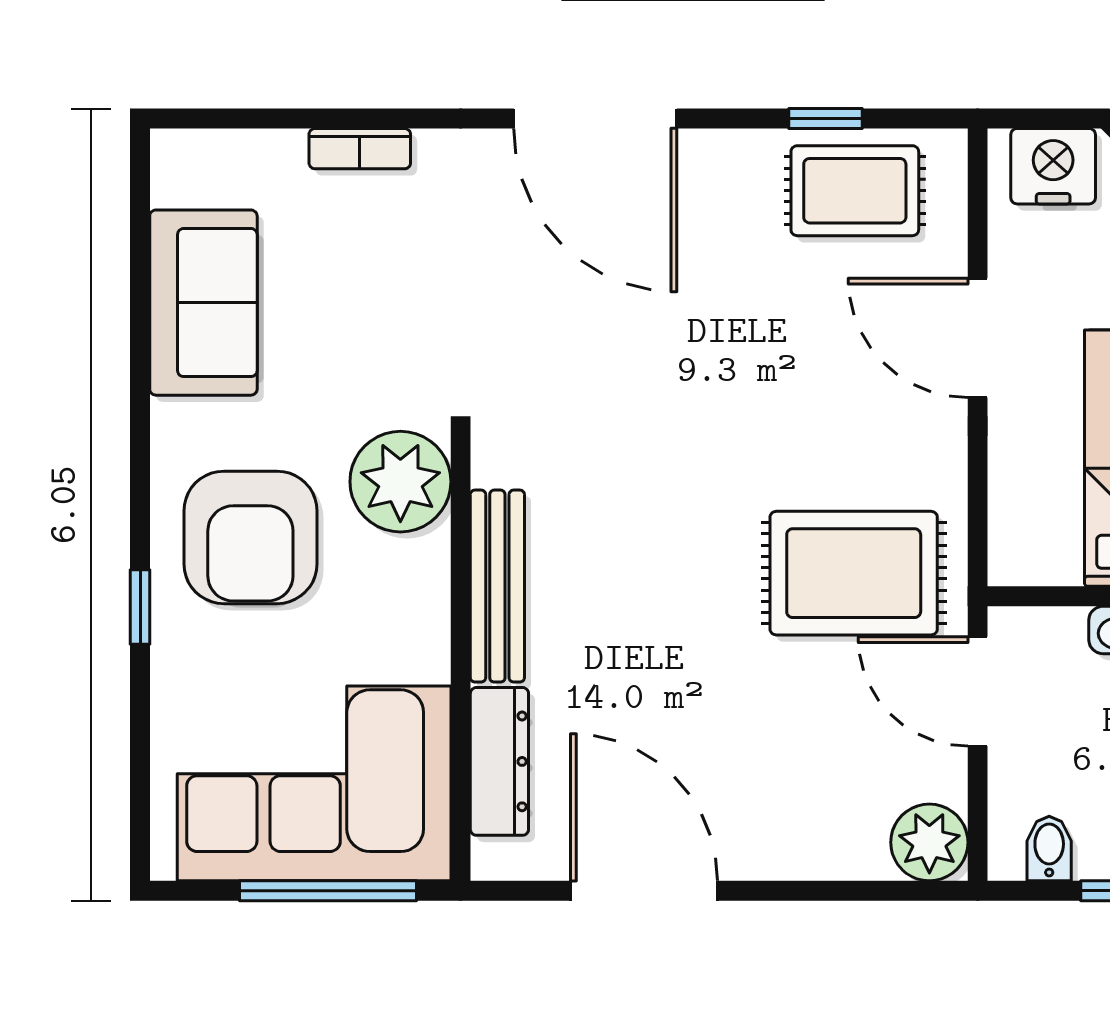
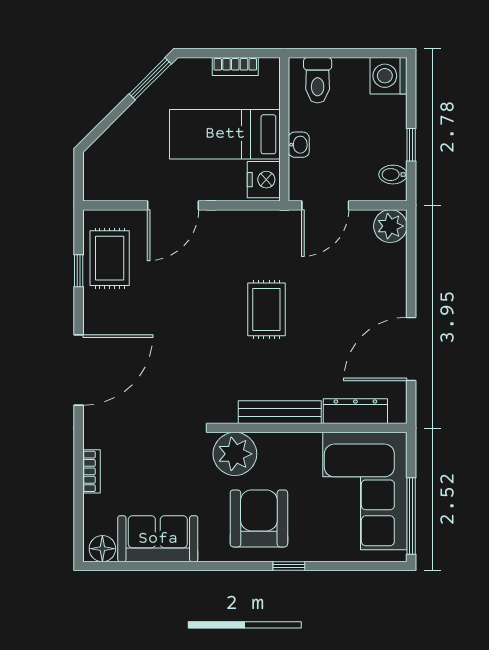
nightstand: (1053, 166) -> (264, 180), moved, turned 180
floor lamp: (180, 174) -> (102, 549), added
armchair: (250, 537) -> (259, 518), turned -90
rug: (854, 573) -> (266, 309), moved, width x0.73, depth x0.70
window: (328, 891) -> (411, 516), moved

